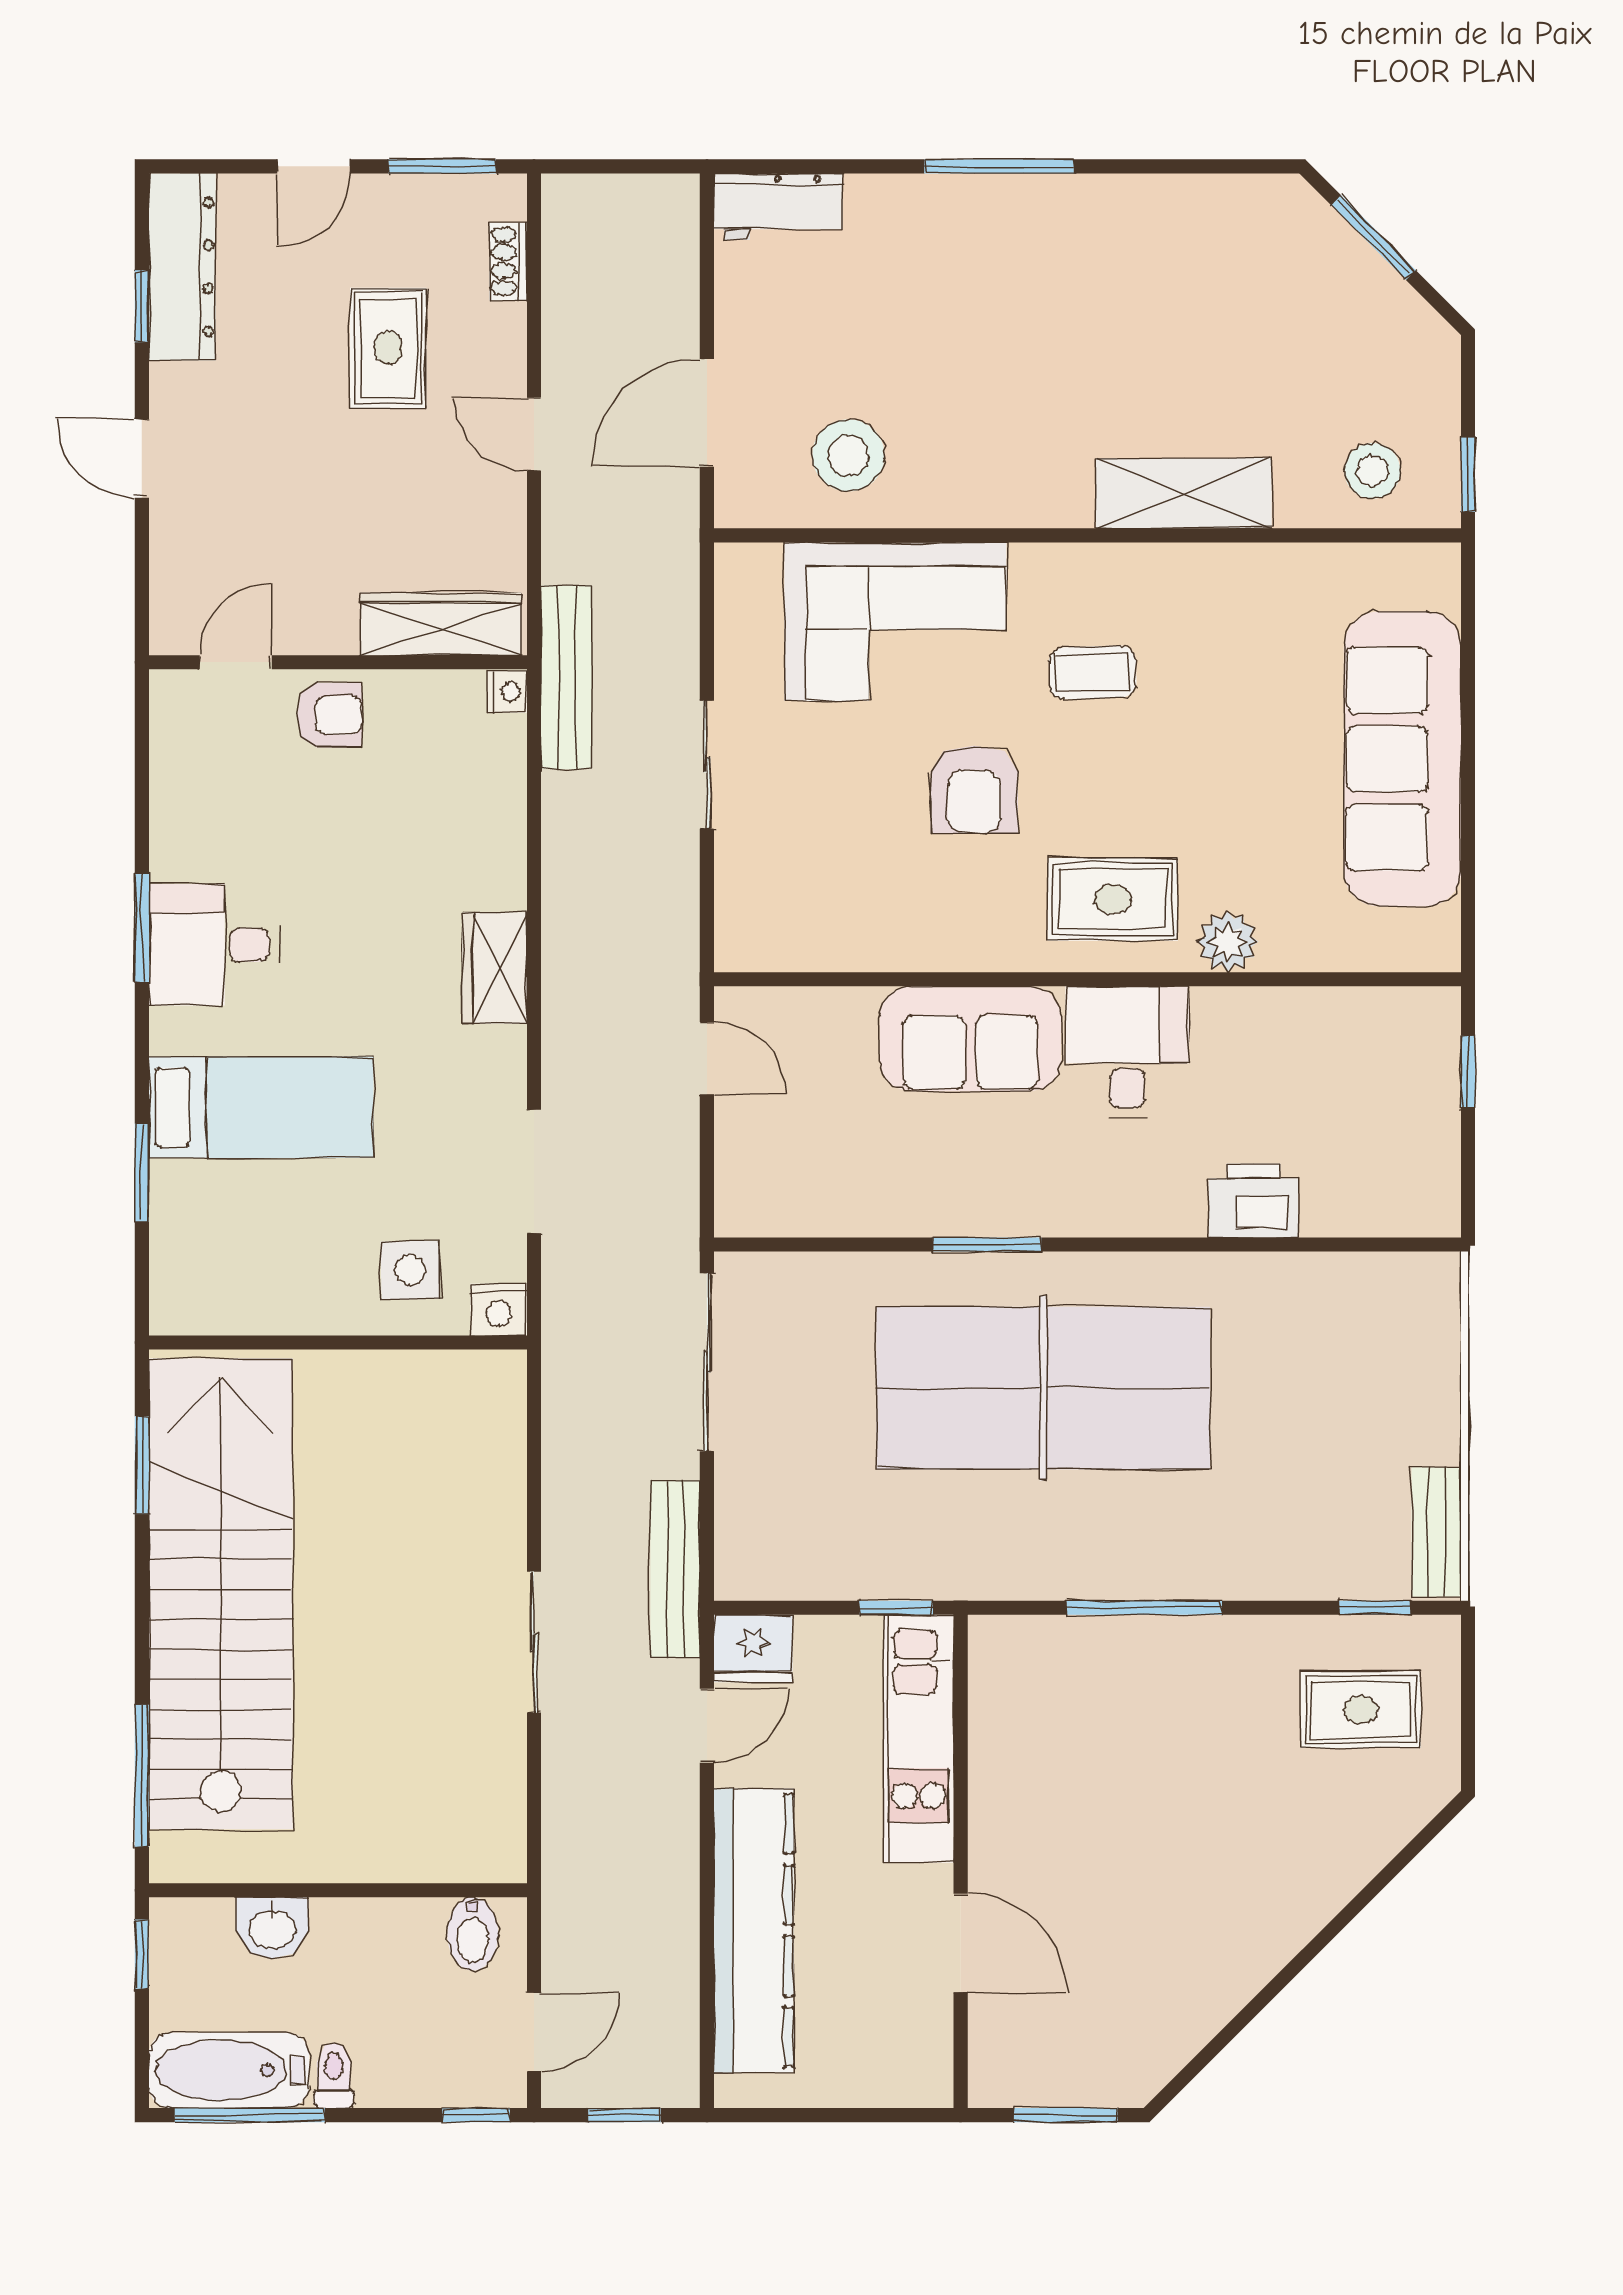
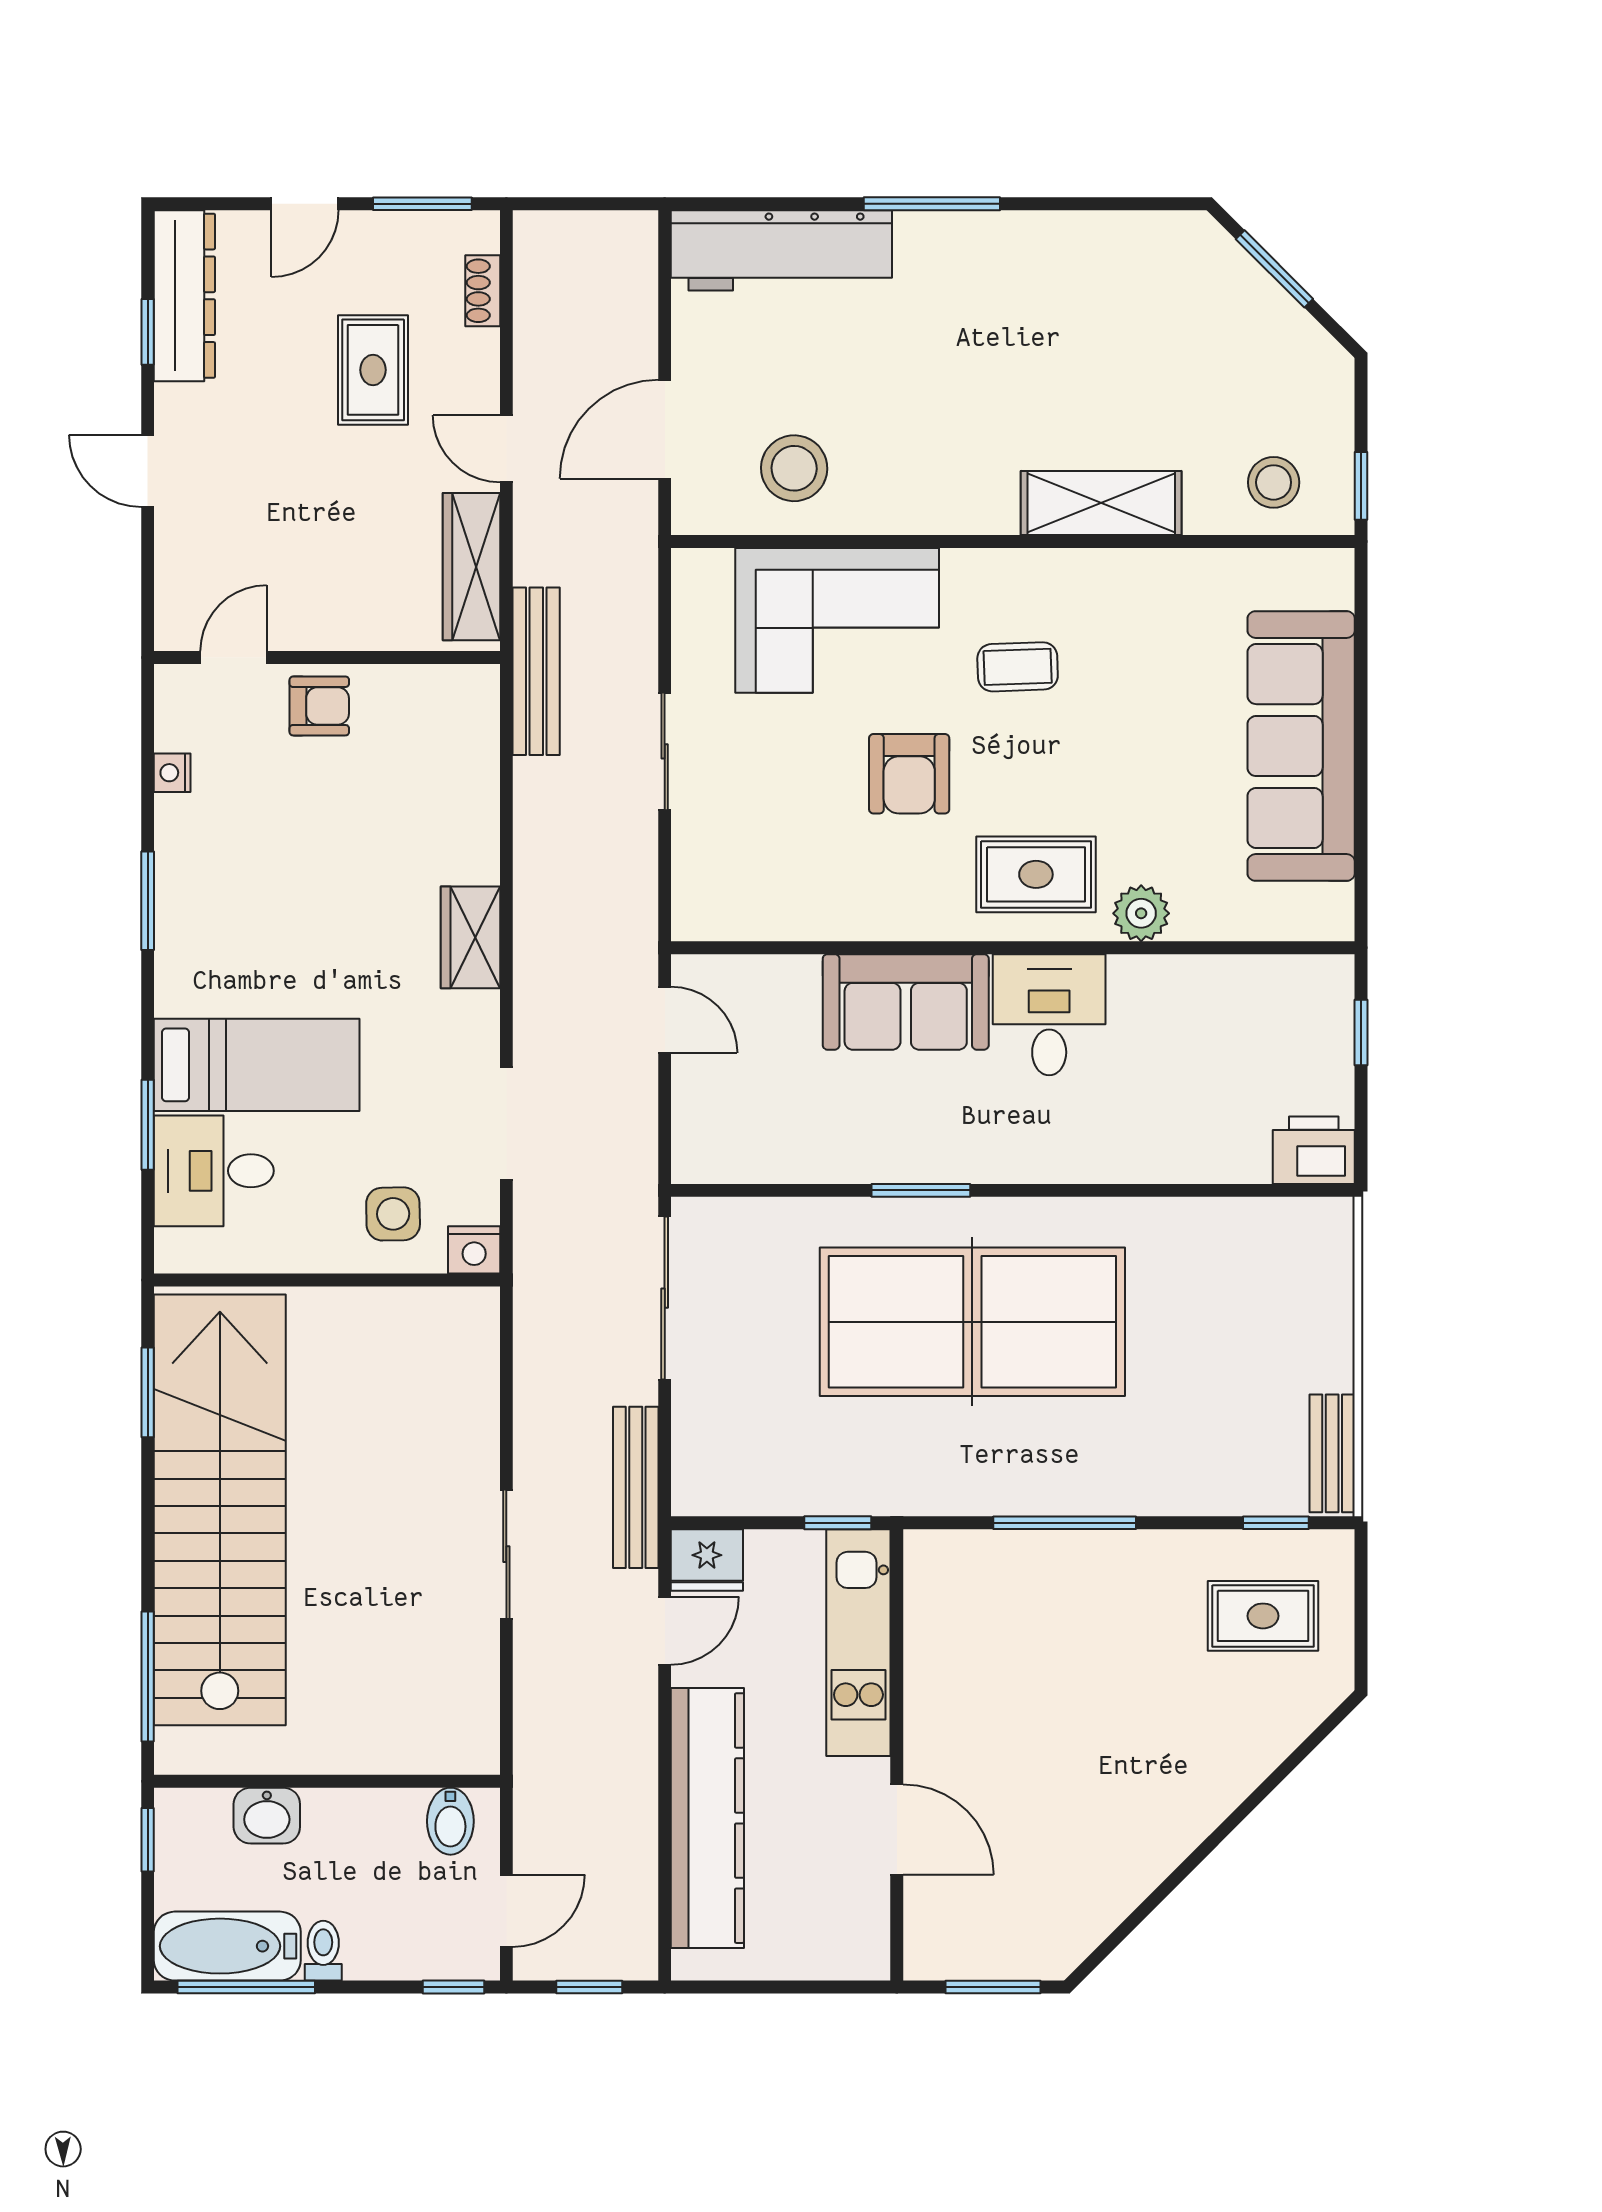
workbench: (778, 207) -> (781, 250), width x1.88, depth x1.32
wardrobe: (441, 624) -> (472, 567), moved, turned -90
nightstand: (507, 692) -> (172, 773), moved, turned 180
desk: (214, 945) -> (214, 1171), moved
printer: (1253, 1201) -> (1314, 1150), moved

